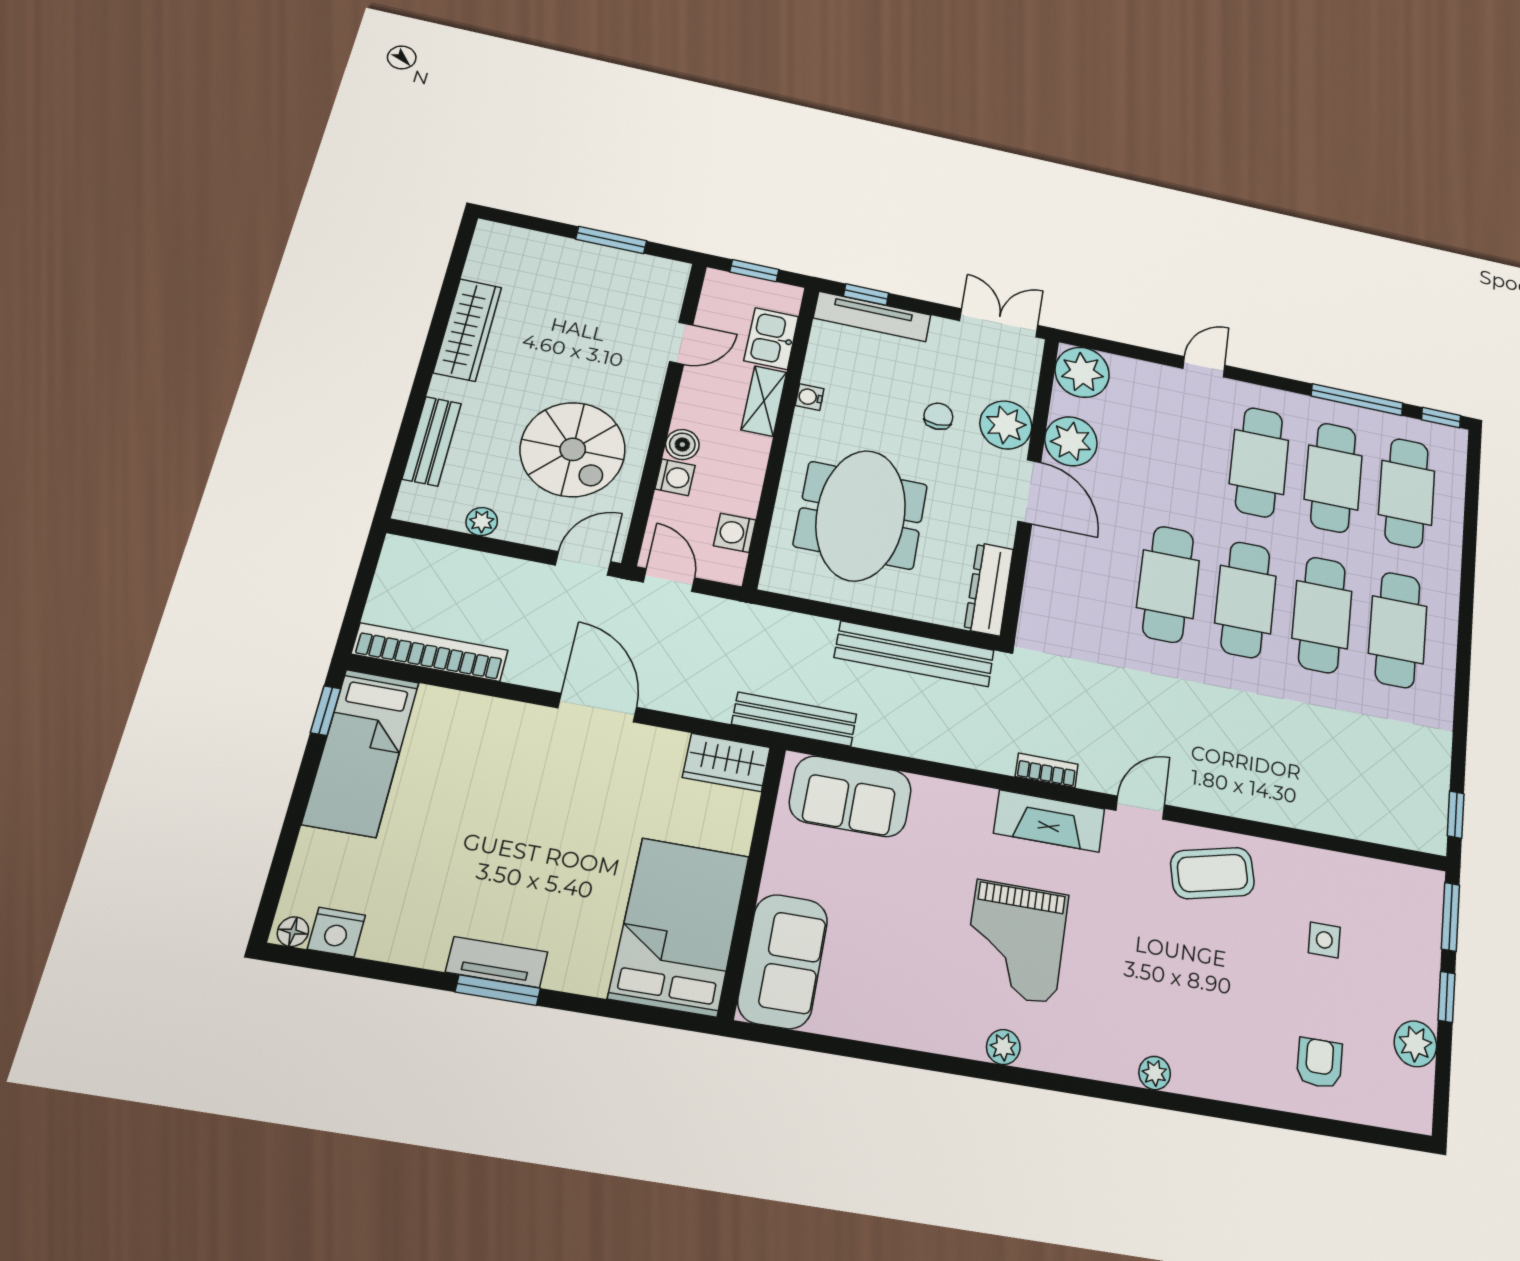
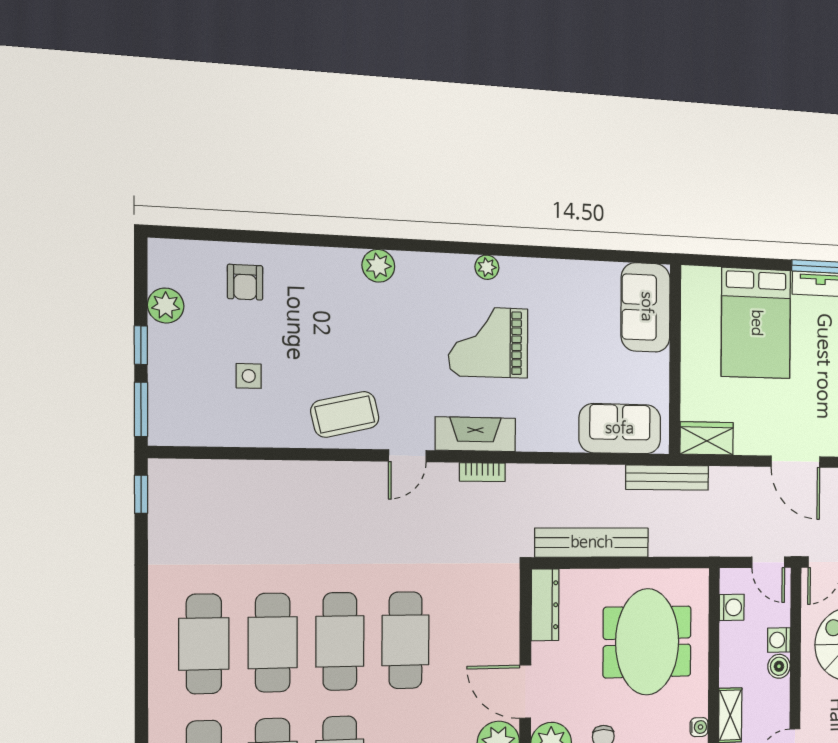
bed: (679, 927) -> (756, 323), moved
grand piano: (1016, 942) -> (488, 342), turned -90
plant: (1155, 1073) -> (378, 266), width x1.38, depth x1.38

